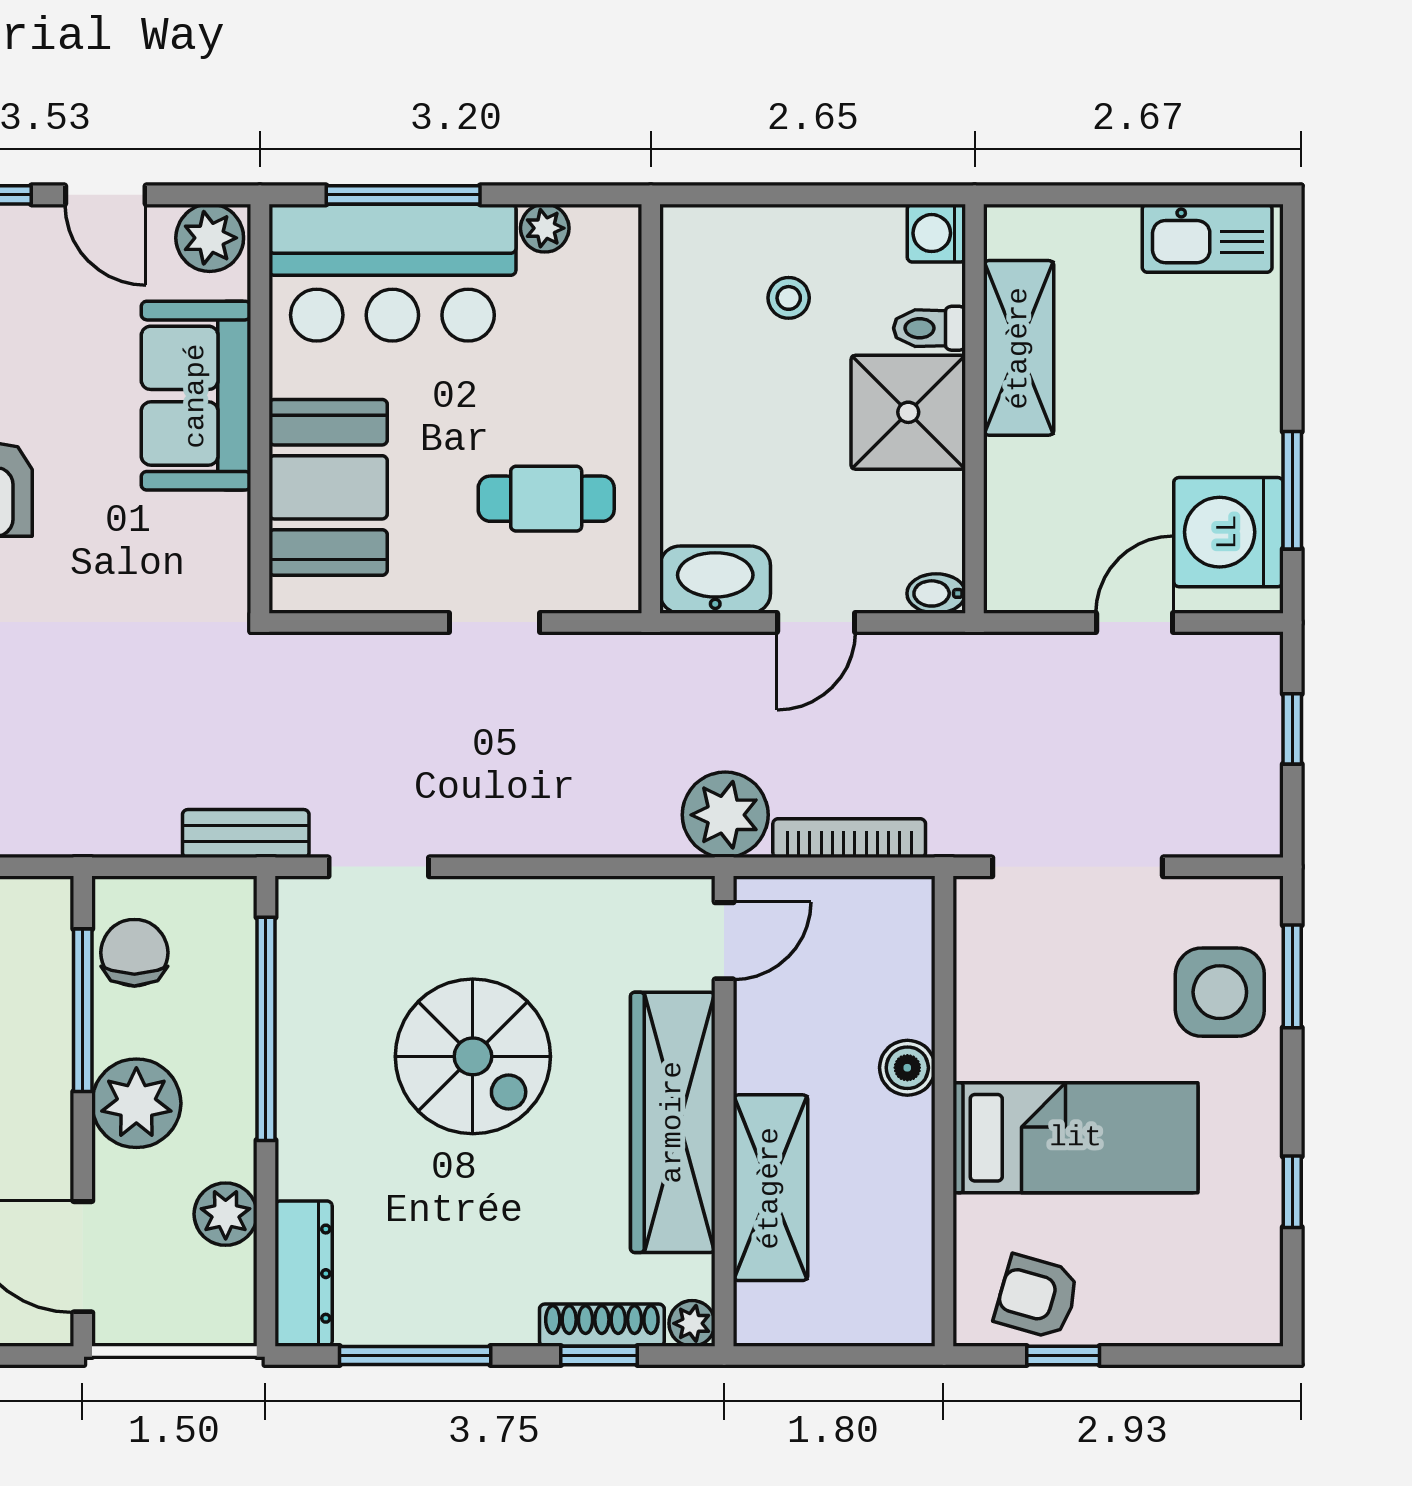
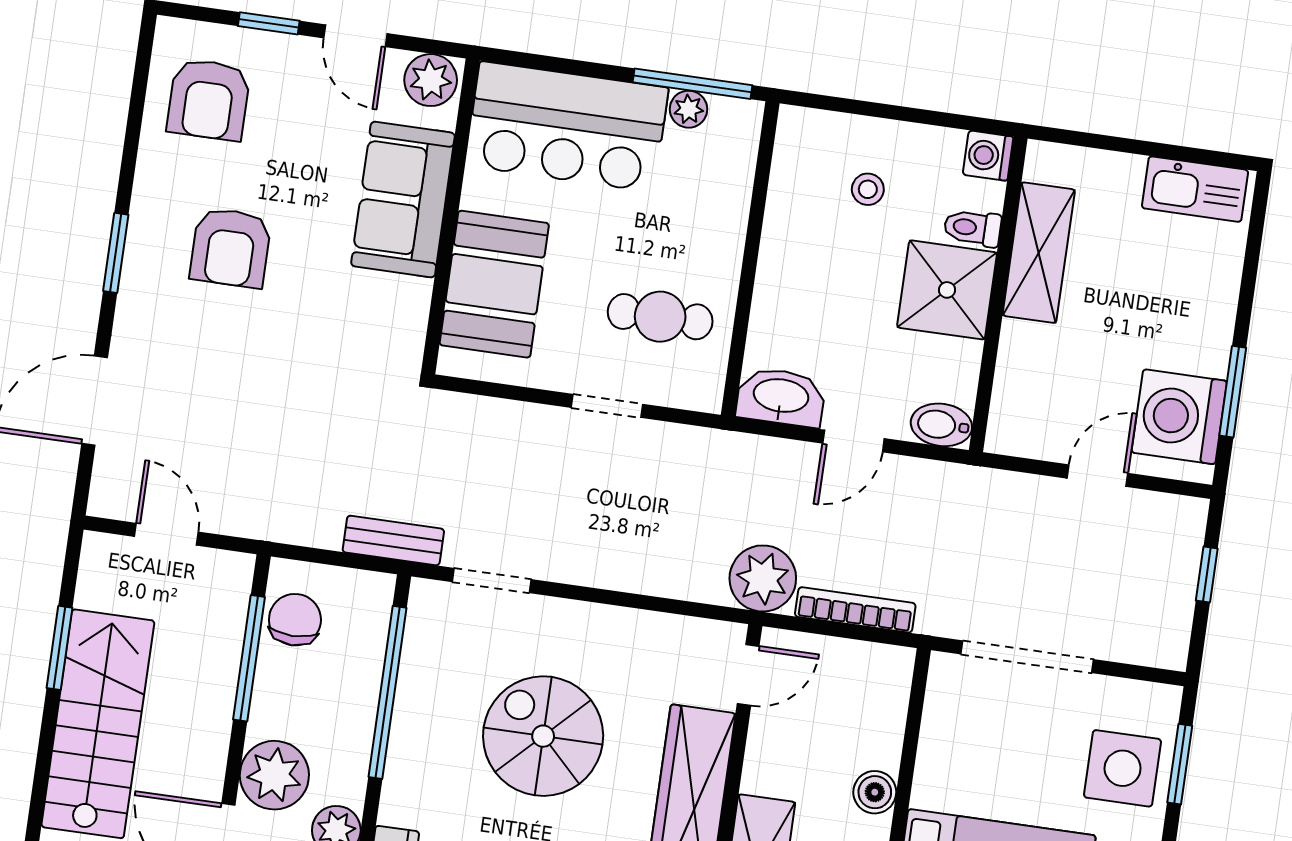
window: (403, 195) -> (693, 84), moved
bidet: (936, 593) -> (941, 425), width x1.38, depth x1.36
spiral stairs: (473, 1056) -> (543, 736), turned 180
plant: (136, 1103) -> (274, 775), moved

